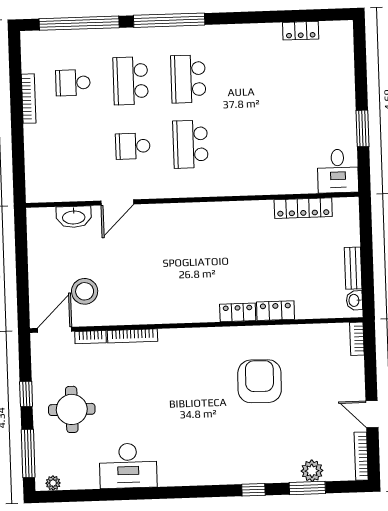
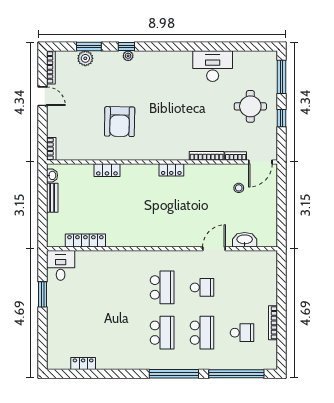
stool: (85, 291) -> (239, 188), width x0.53, depth x0.53
locker: (238, 312) -> (171, 170), moved
plant: (53, 483) -> (128, 56), moved

